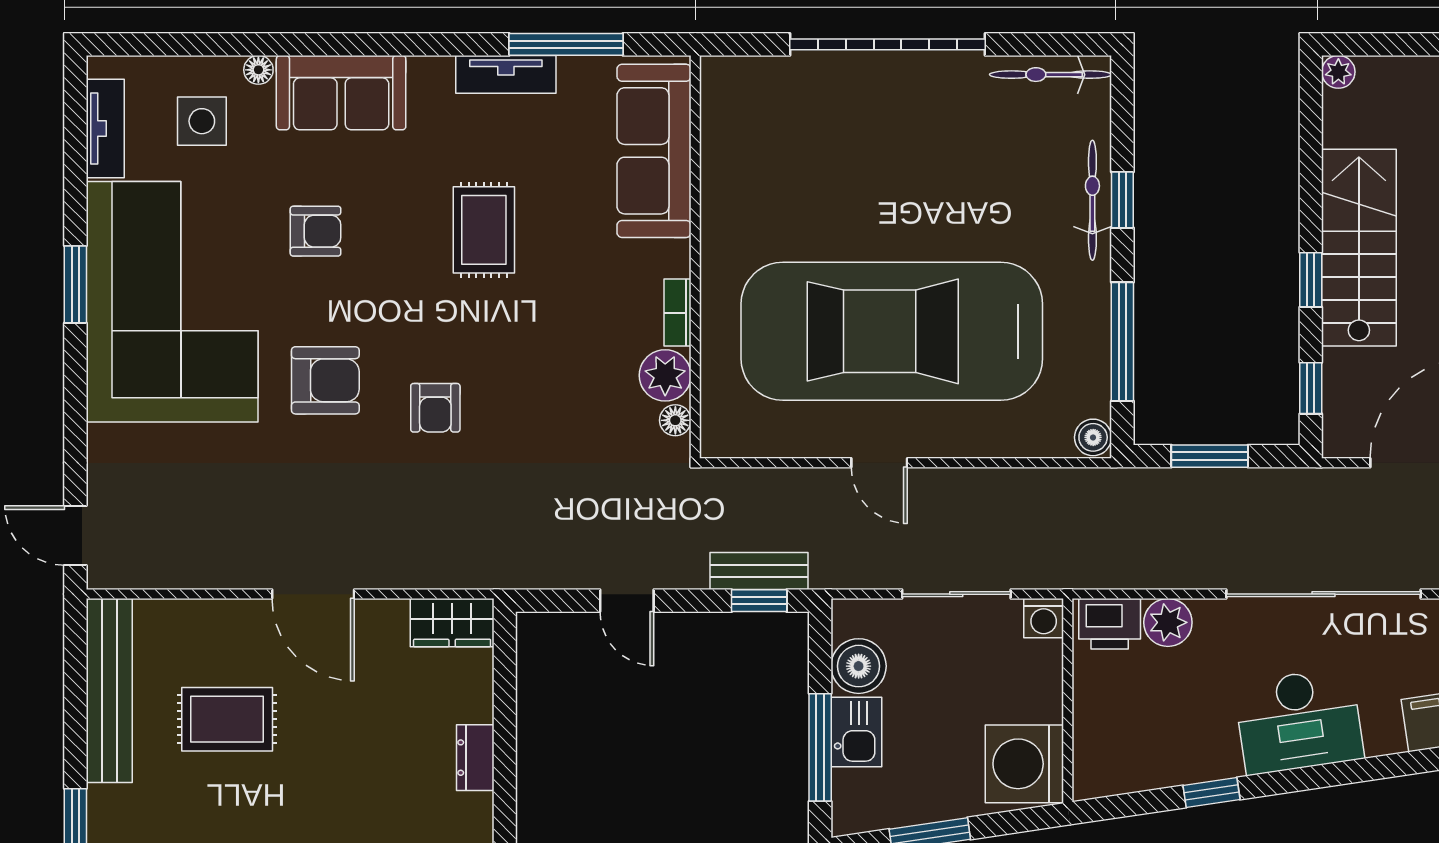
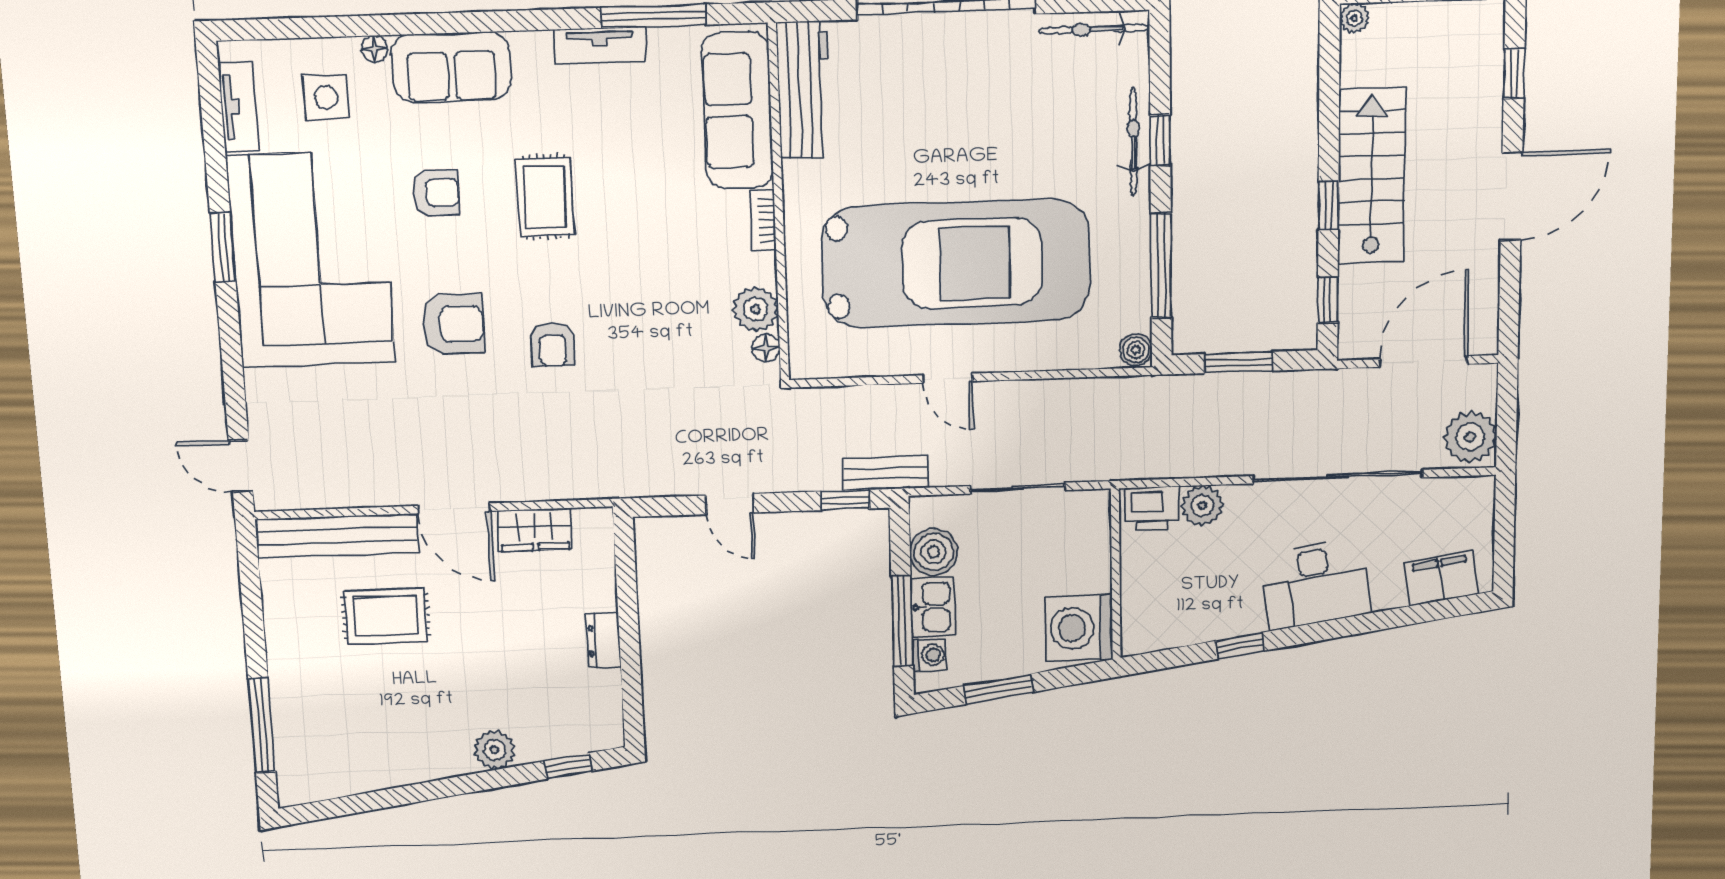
workbench: (728, 130) -> (804, 90), added
rug: (484, 230) -> (545, 197), moved
bookcase: (677, 313) -> (763, 220), moved
car: (892, 331) -> (956, 264), turned 180
bench: (759, 571) -> (886, 473), moved
washing machine: (1044, 618) -> (930, 655), moved, turned -90
wardrobe: (452, 623) -> (535, 530), moved
bench: (109, 691) -> (337, 536), moved, turned 90

